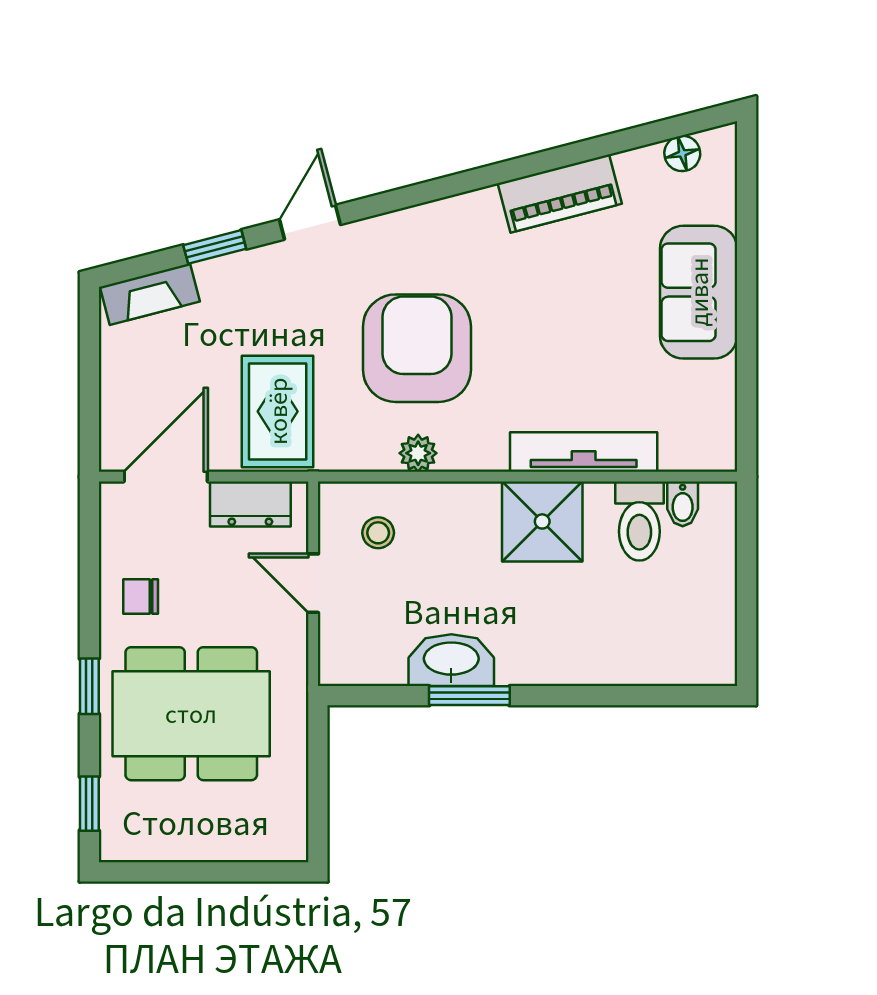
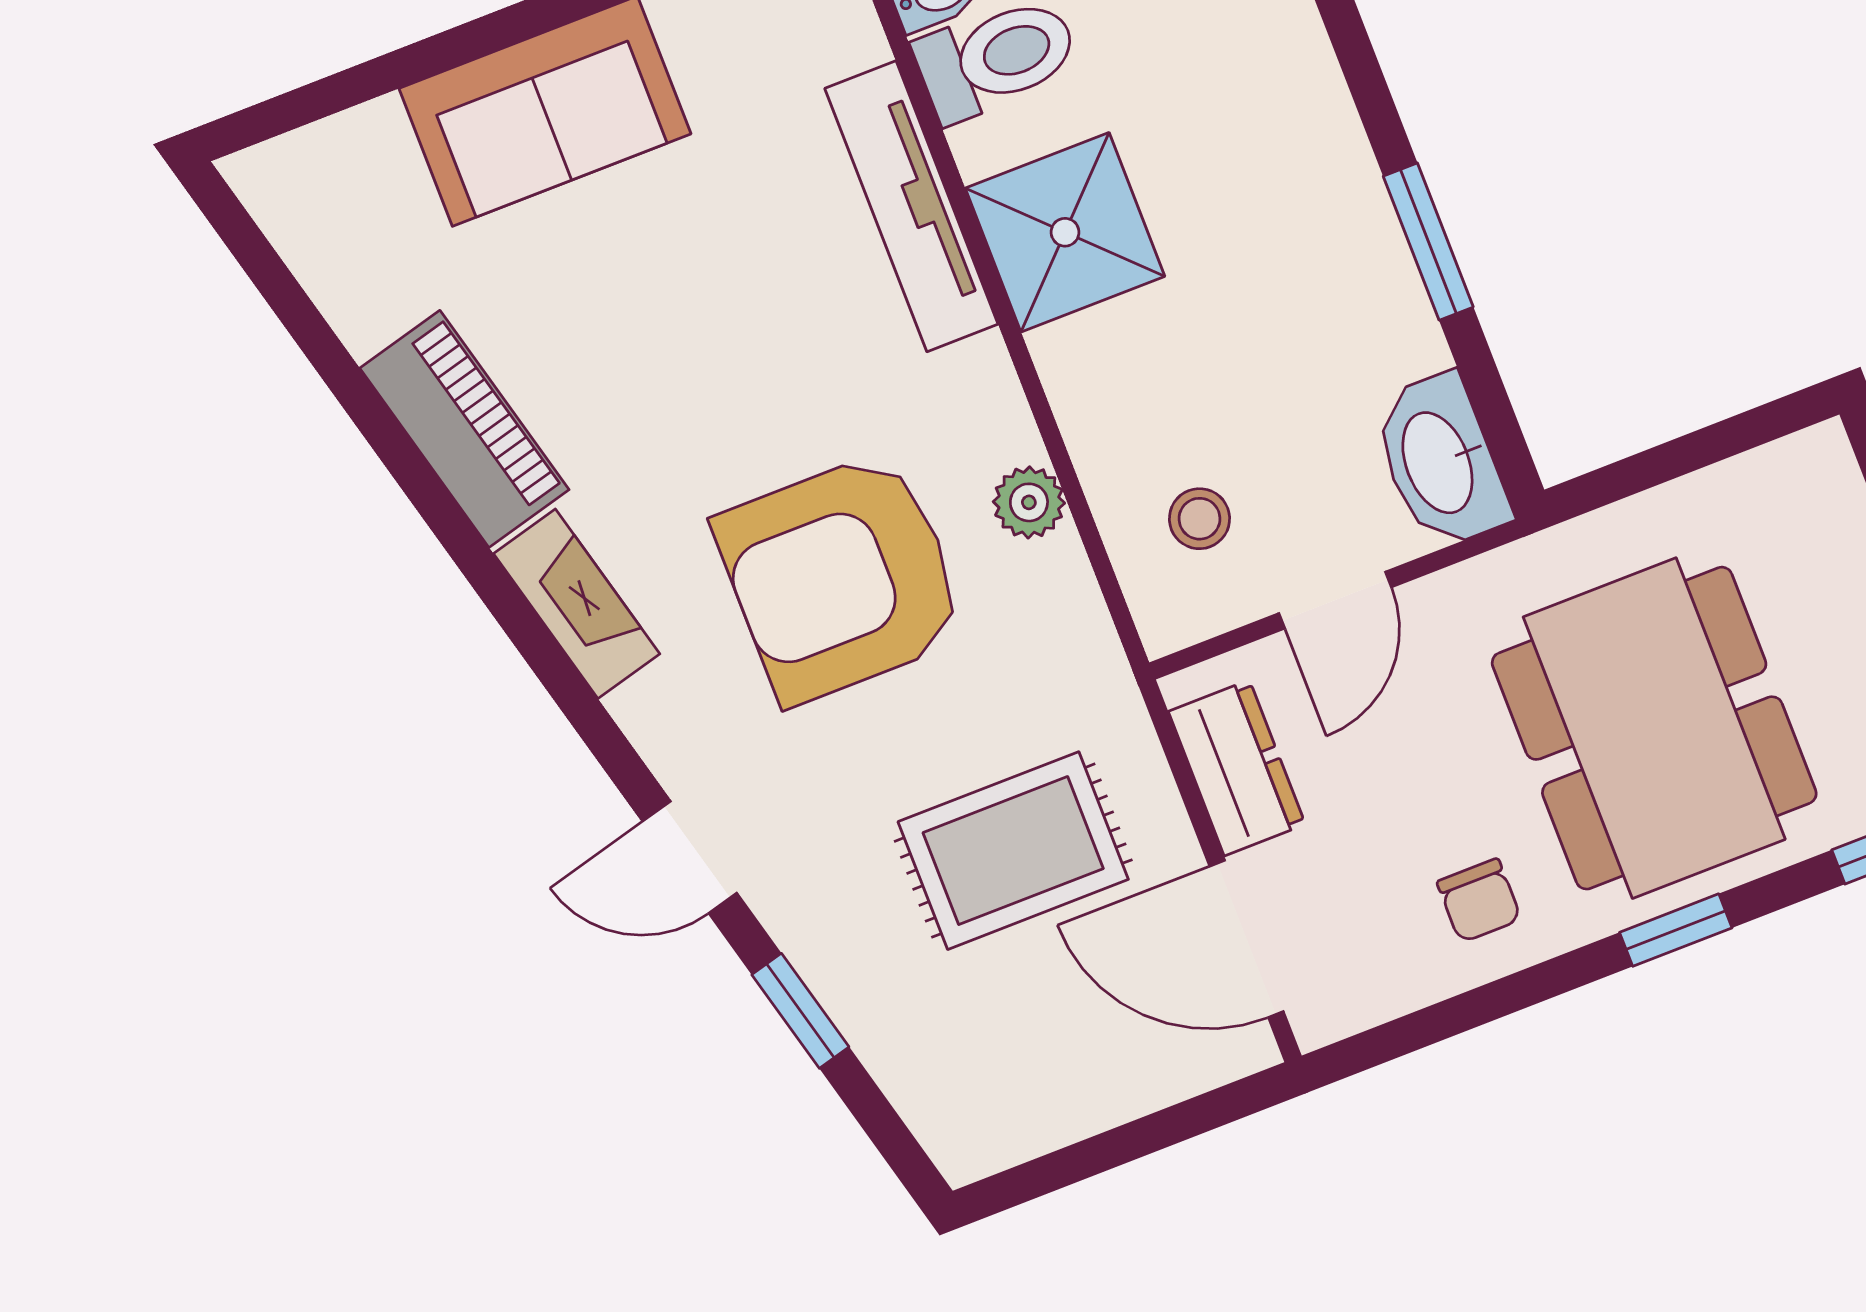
floor lamp: (682, 153) -> (307, 237), removed
fireplace: (150, 294) -> (577, 604), moved
rug: (278, 411) -> (1013, 851), moved
washbasin: (451, 660) -> (1440, 462), moved

